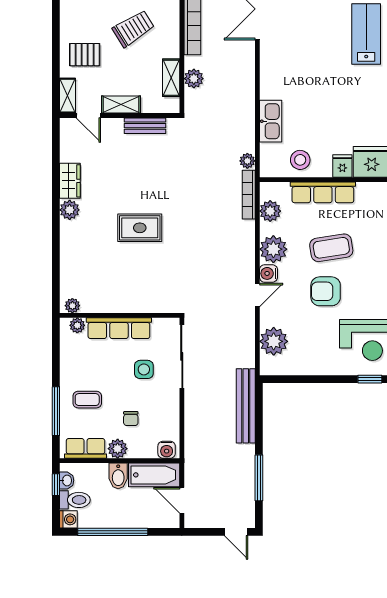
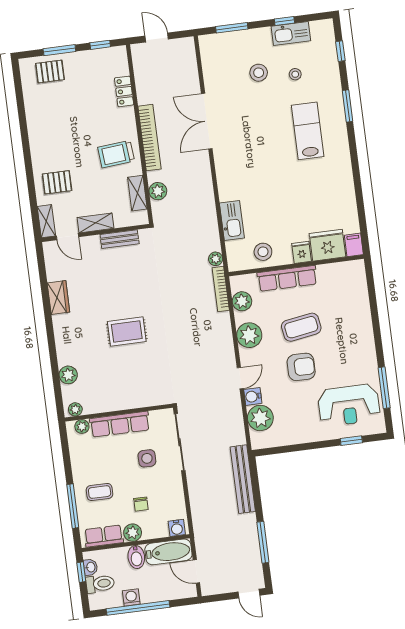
trolley: (133, 29) -> (116, 154), moved, turned -153
plant: (70, 210) -> (68, 375), moved
water cooler: (268, 273) -> (253, 396), moved
armchair: (326, 291) -> (301, 367), turned 180
washing machine: (68, 519) -> (131, 597), moved, turned -90

